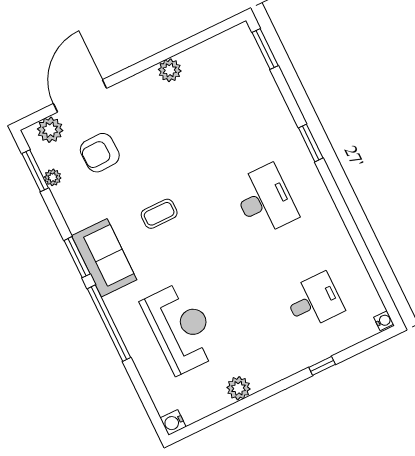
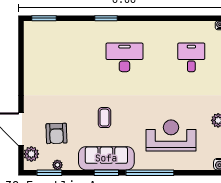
plant: (170, 70) -> (31, 75), removed
sofa: (104, 258) -> (106, 158), width x1.36

